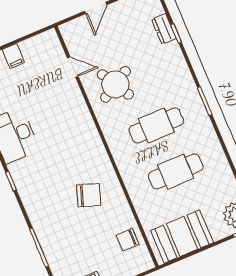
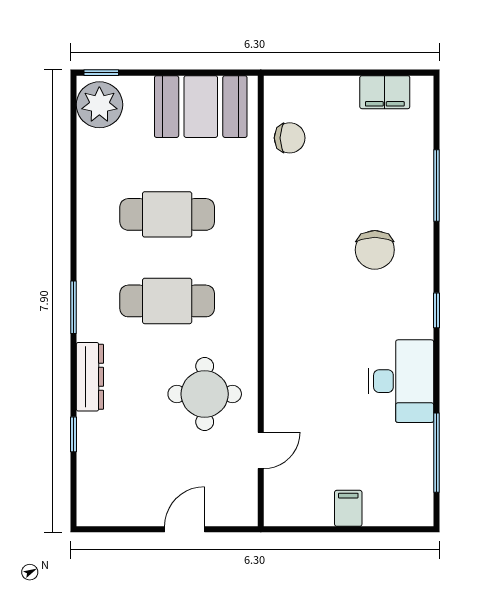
dresser: (164, 29) -> (90, 377), moved, width x1.44
door: (73, 67) -> (261, 450), swing flipped
round table: (115, 84) -> (205, 394), turned 30
chair: (89, 195) -> (375, 250), moved, turned -109

